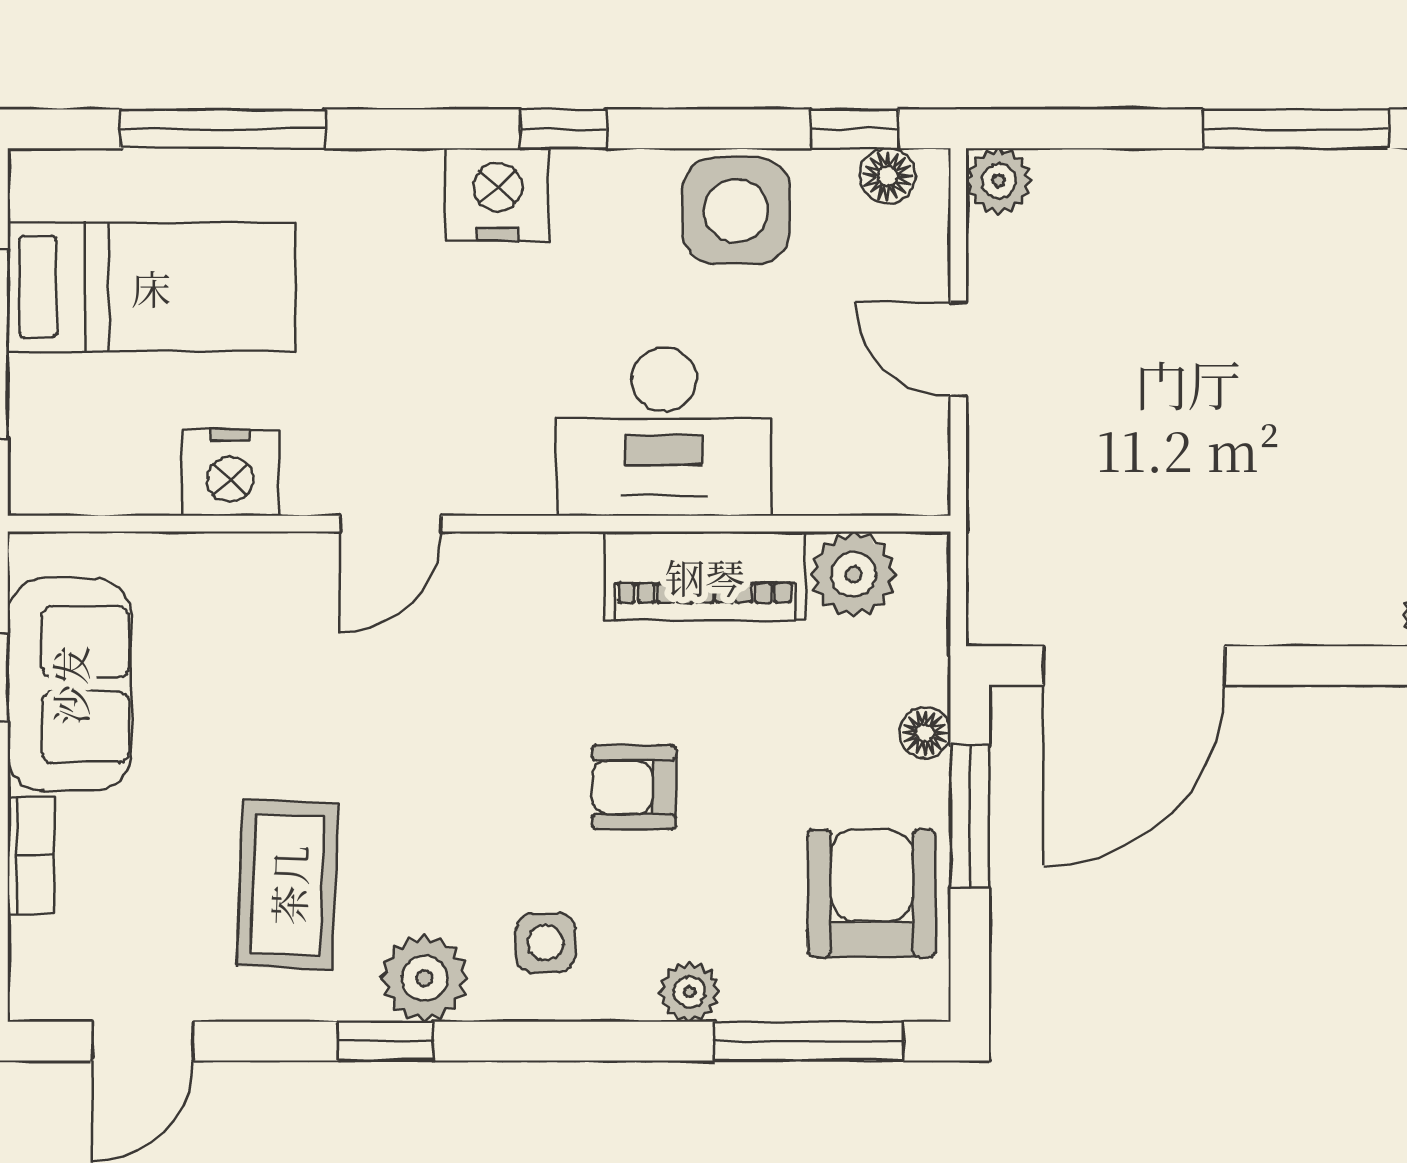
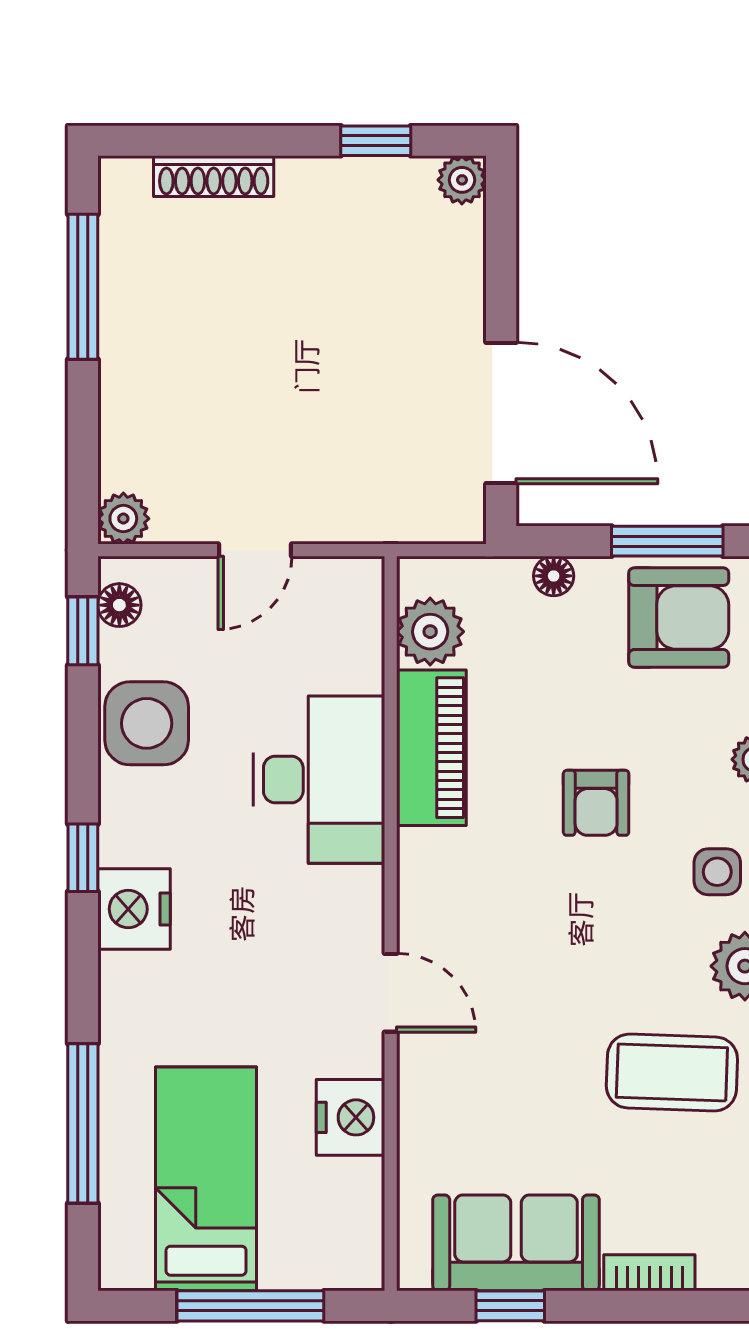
window: (970, 816) -> (667, 541), moved
armchair: (872, 893) -> (679, 618), turned 180

